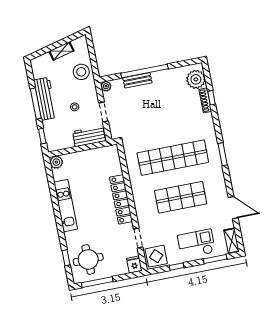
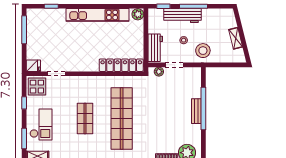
stool: (81, 72) -> (203, 51), moved
bench: (137, 80) -> (196, 111), moved
plant: (106, 86) -> (159, 72), moved
workbench: (45, 99) -> (182, 15), moved
shop shelf: (181, 197) -> (85, 119), width x0.70, depth x0.74
locker: (121, 199) -> (121, 65), moved
kitchen unit: (66, 206) -> (98, 15), width x1.36
round table: (88, 259) -> (46, 26), removed

